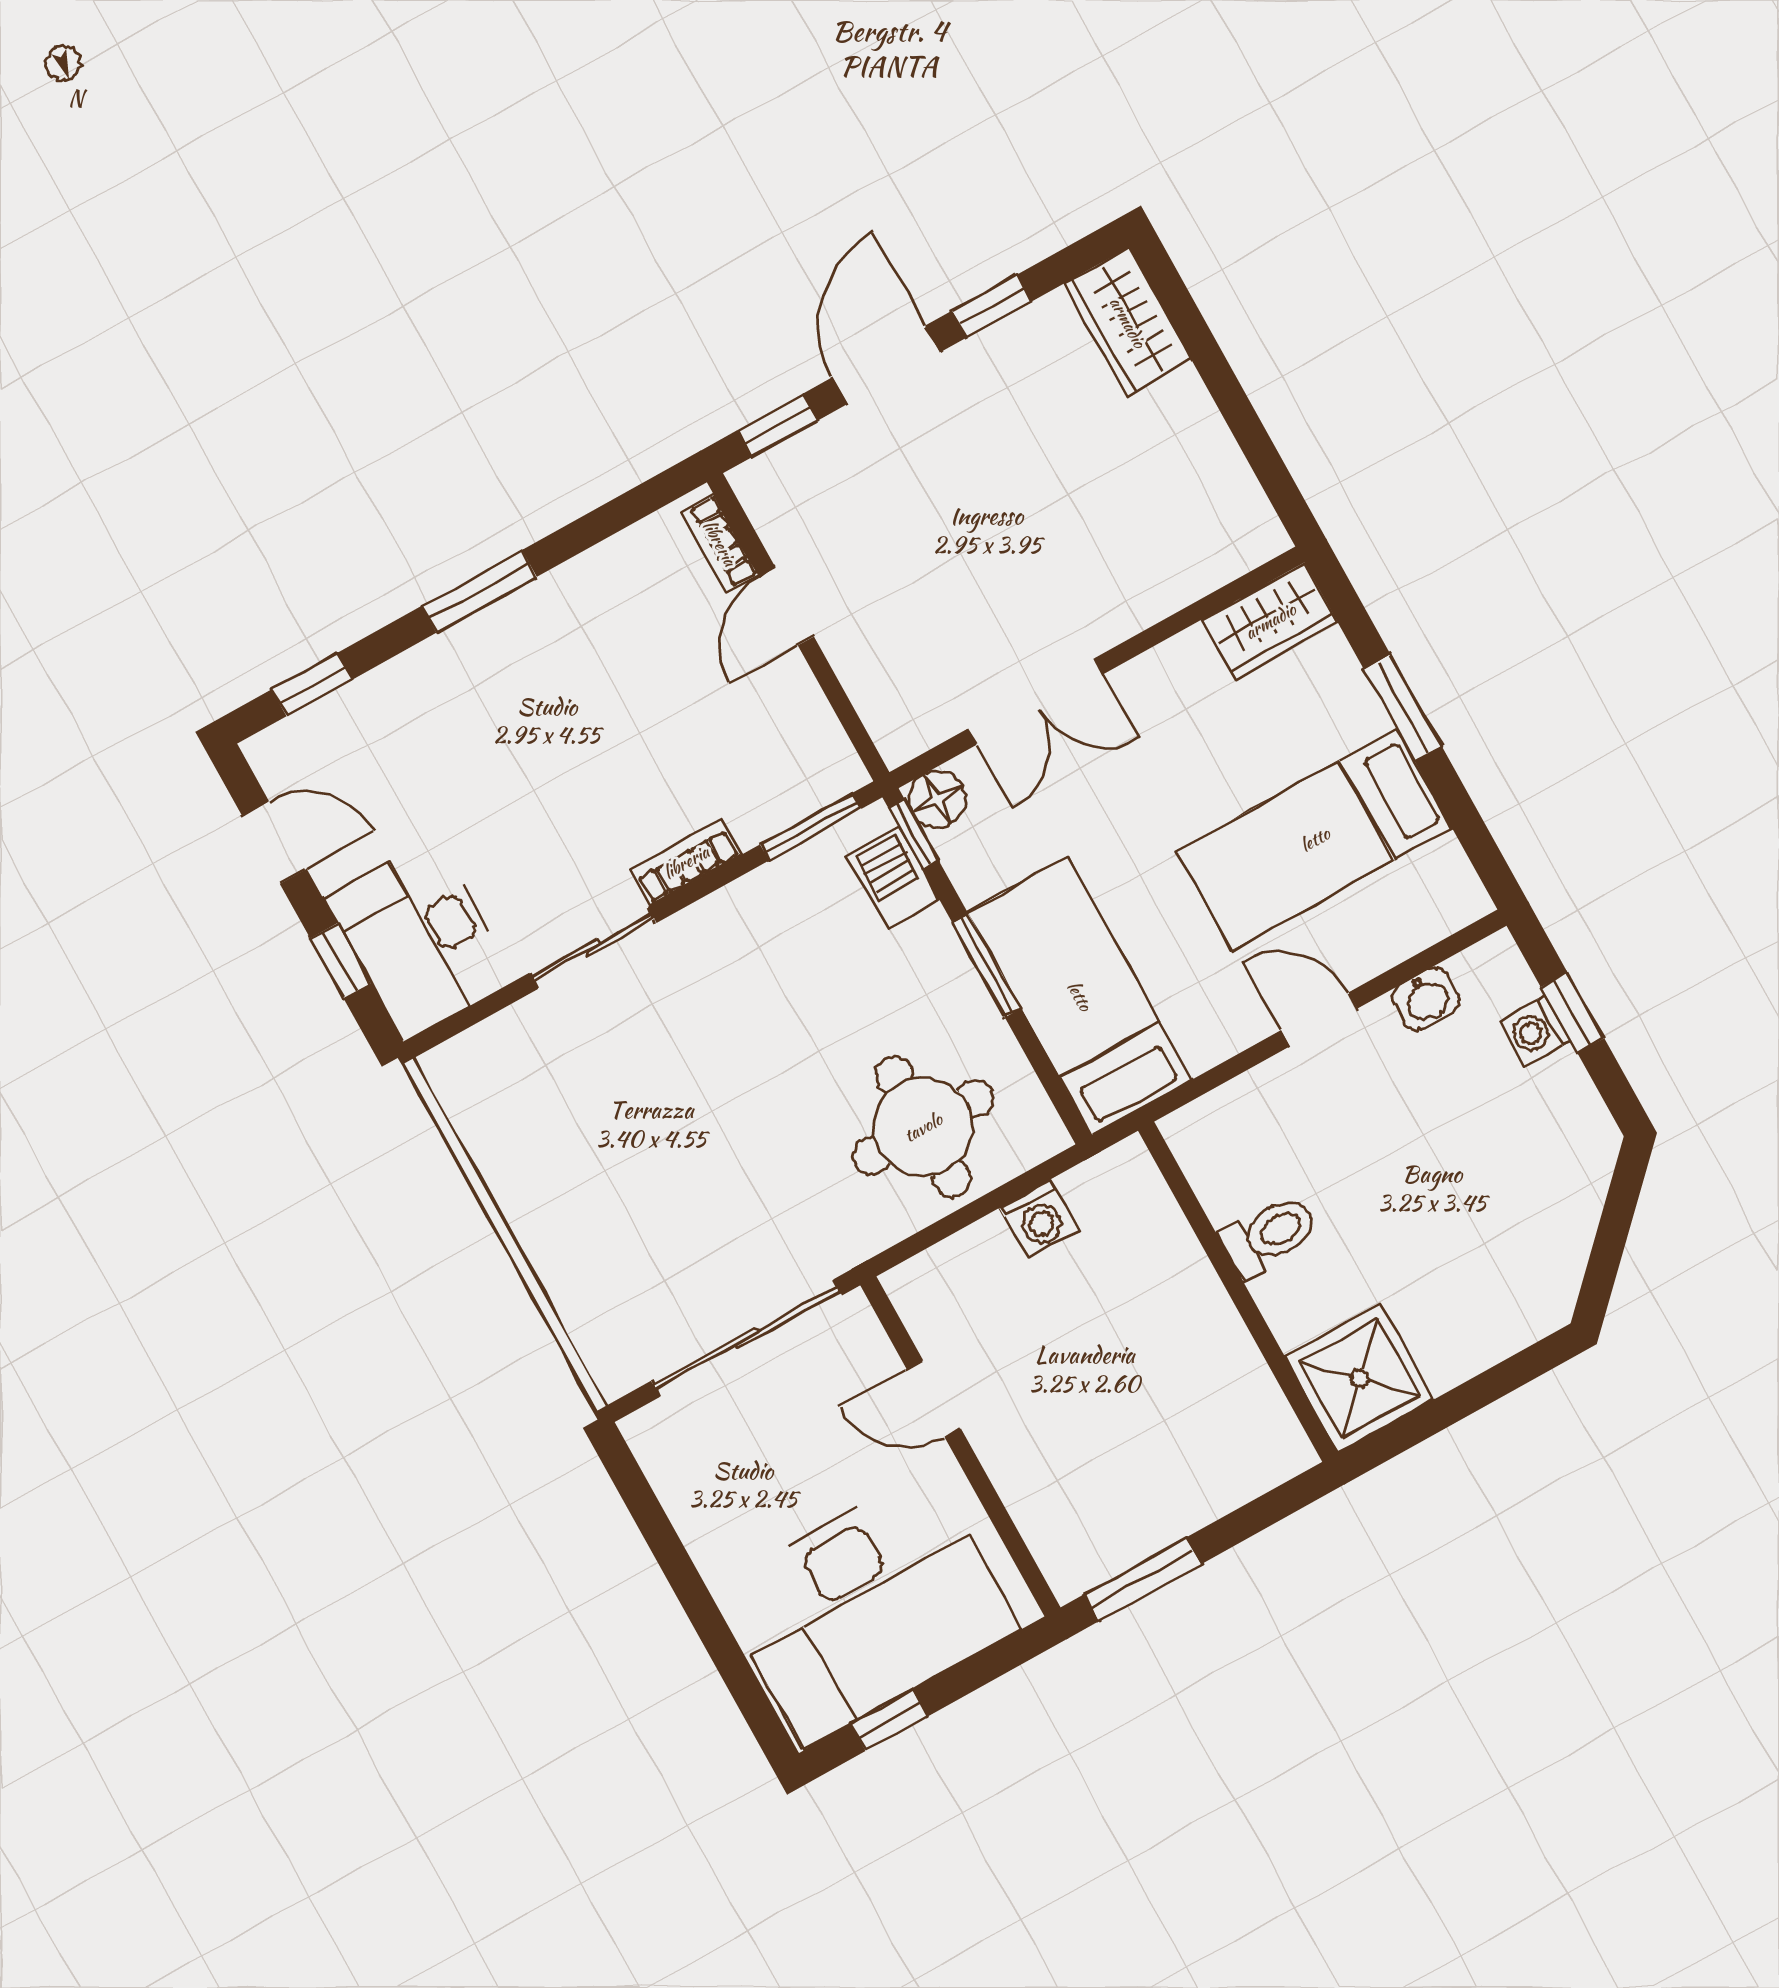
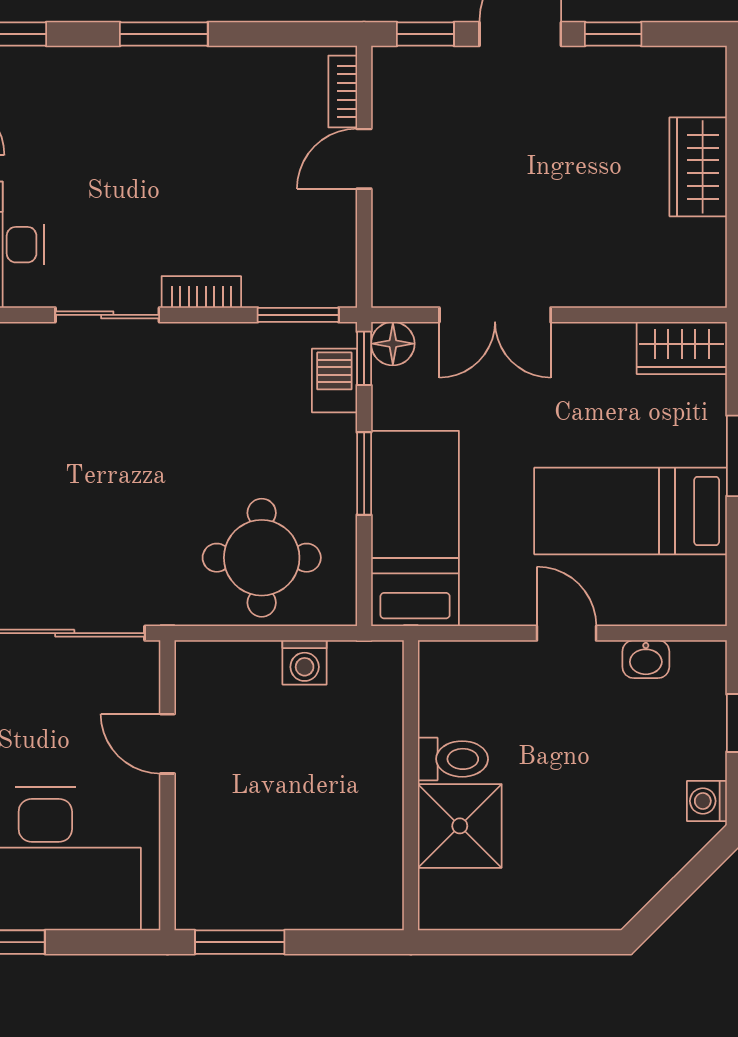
wardrobe: (1128, 322) -> (698, 167), moved
washing machine: (1535, 1031) -> (707, 801), moved
shower: (1359, 1378) -> (460, 826), moved

